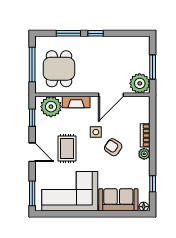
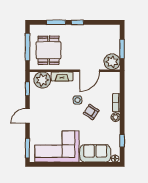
rug: (67, 149) -> (55, 113), removed
door: (32, 152) -> (27, 116), swing flipped

